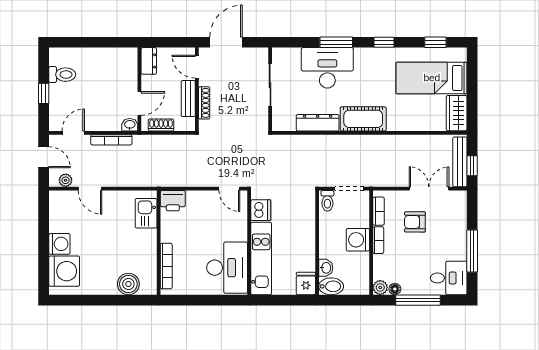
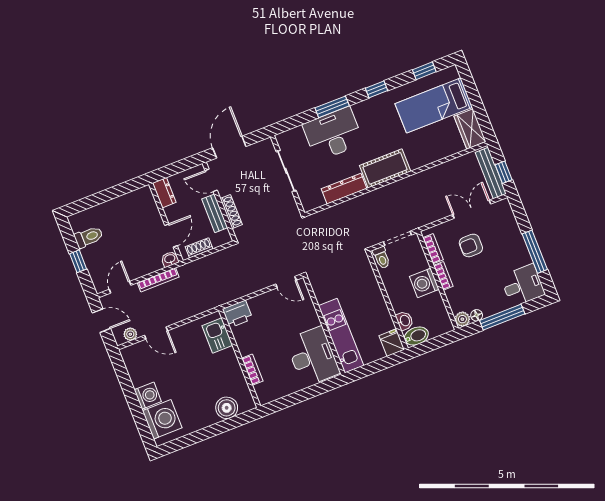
dishwasher: (261, 210) -> (323, 291), removed
bookcase: (166, 266) -> (252, 370), width x0.64

